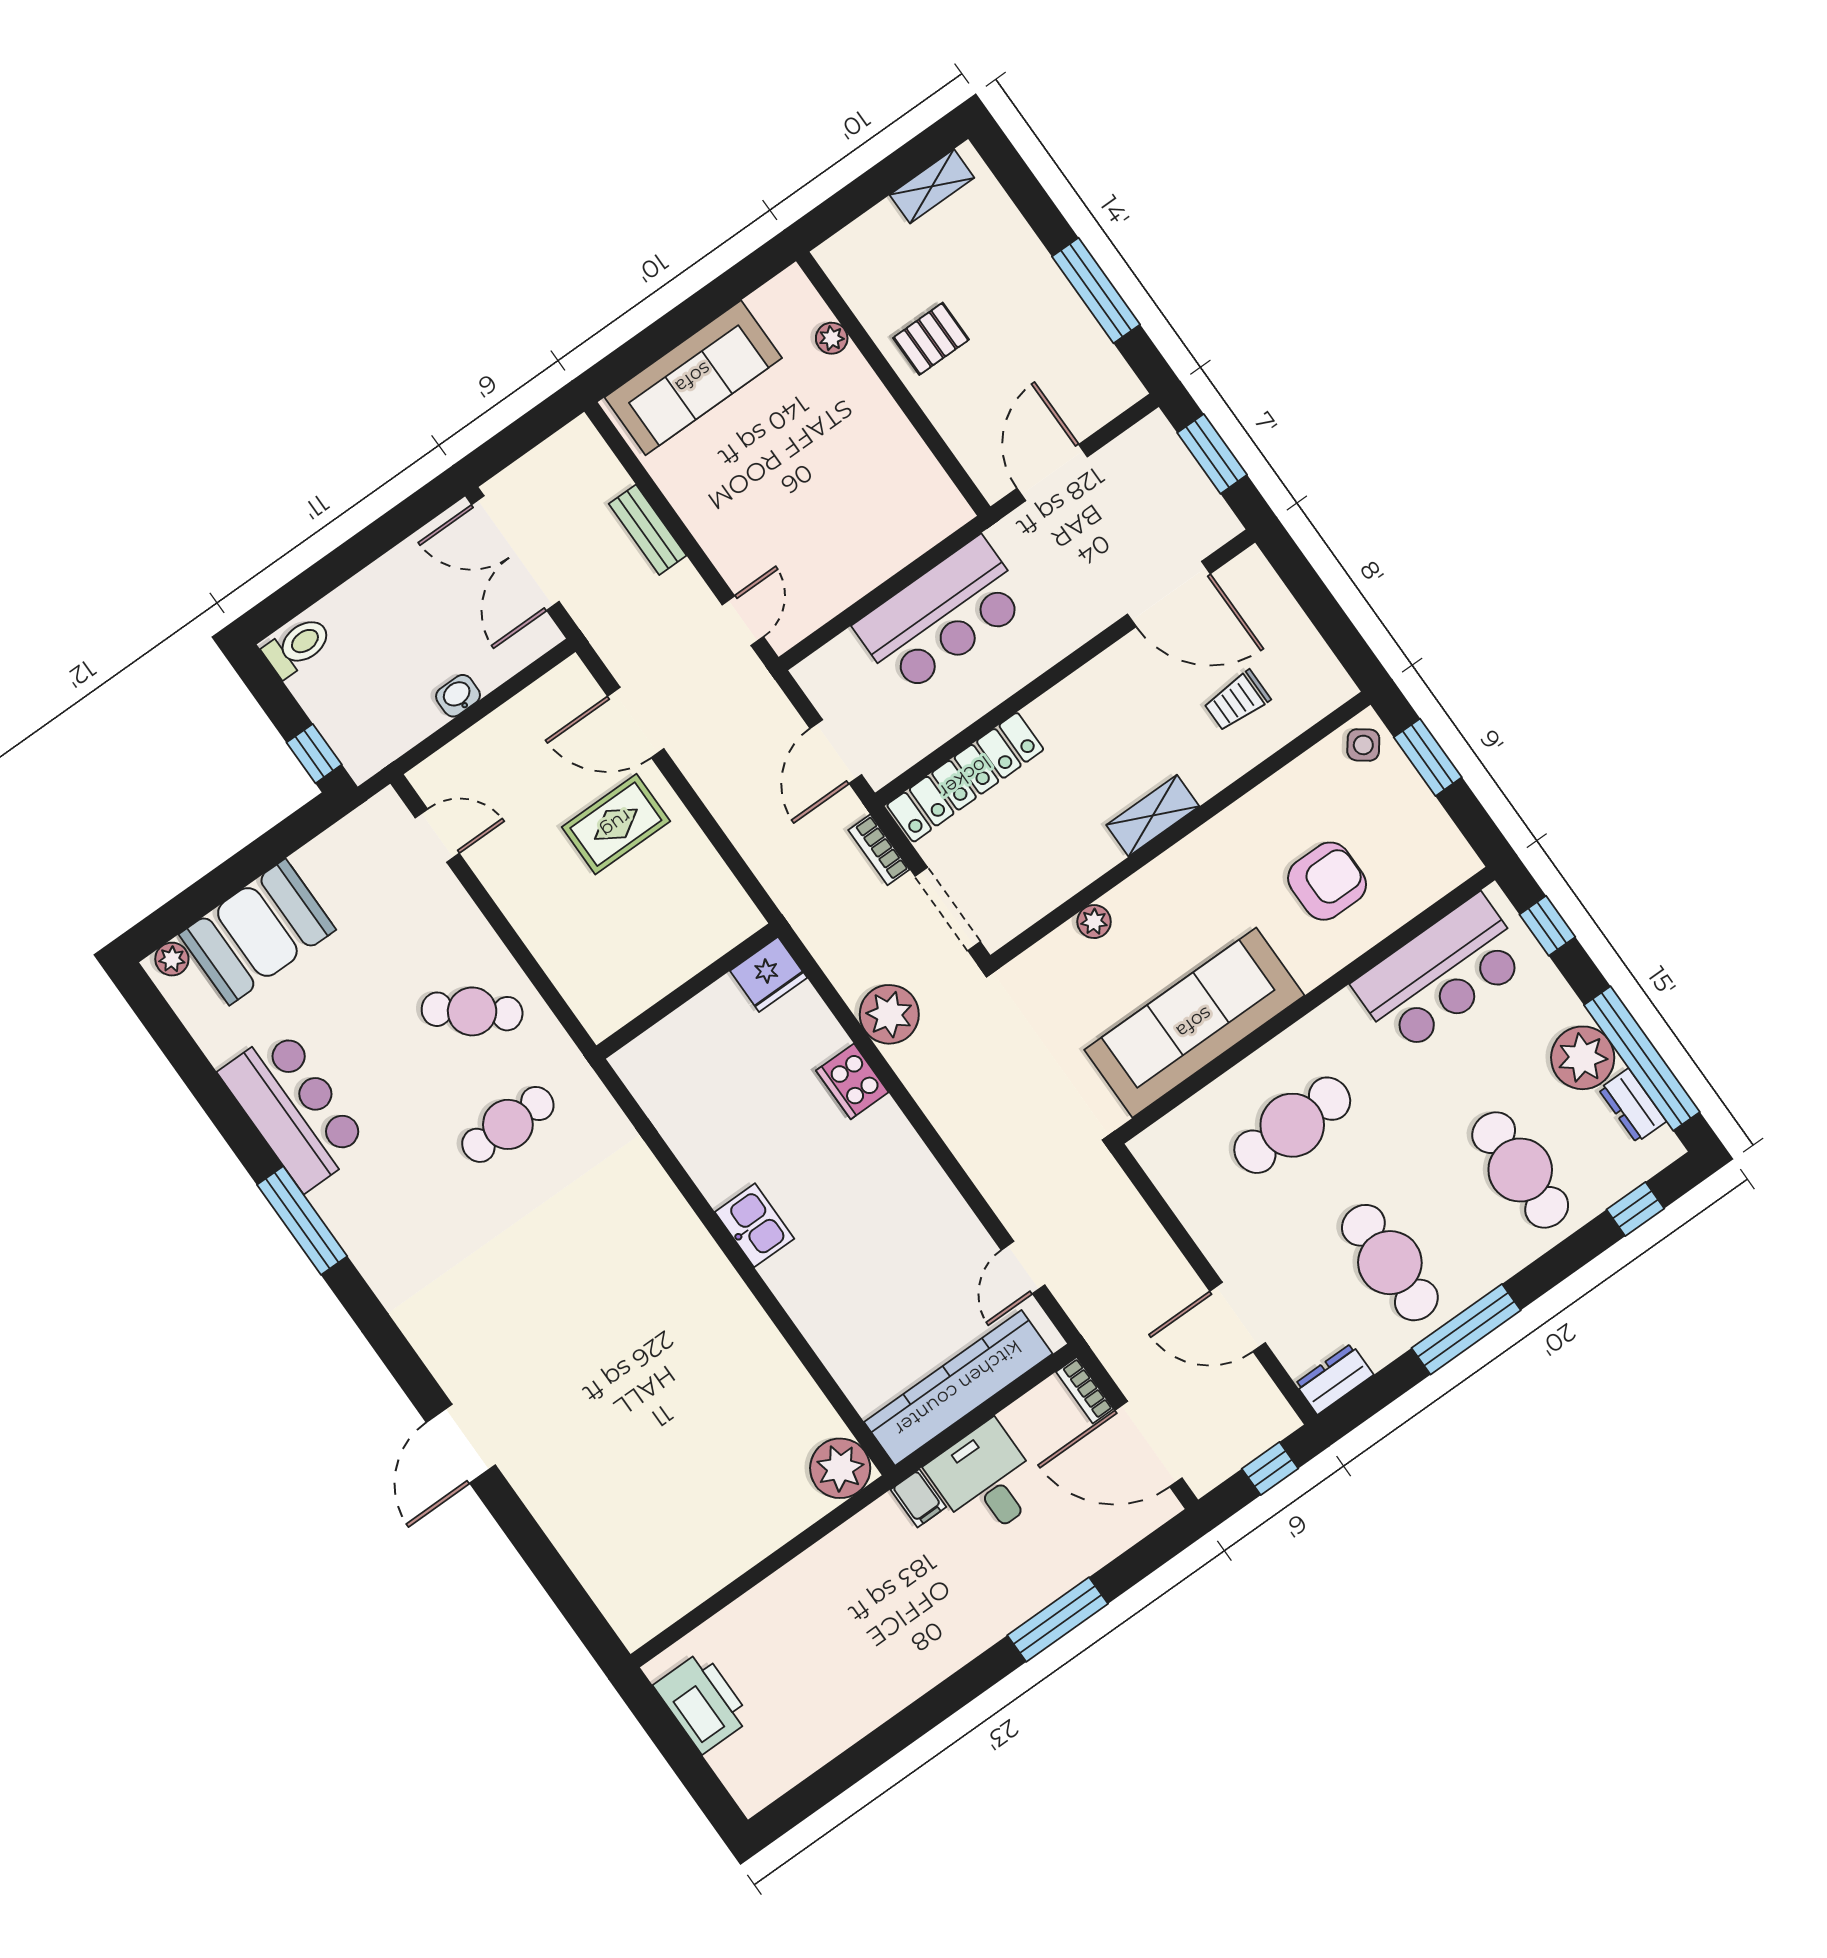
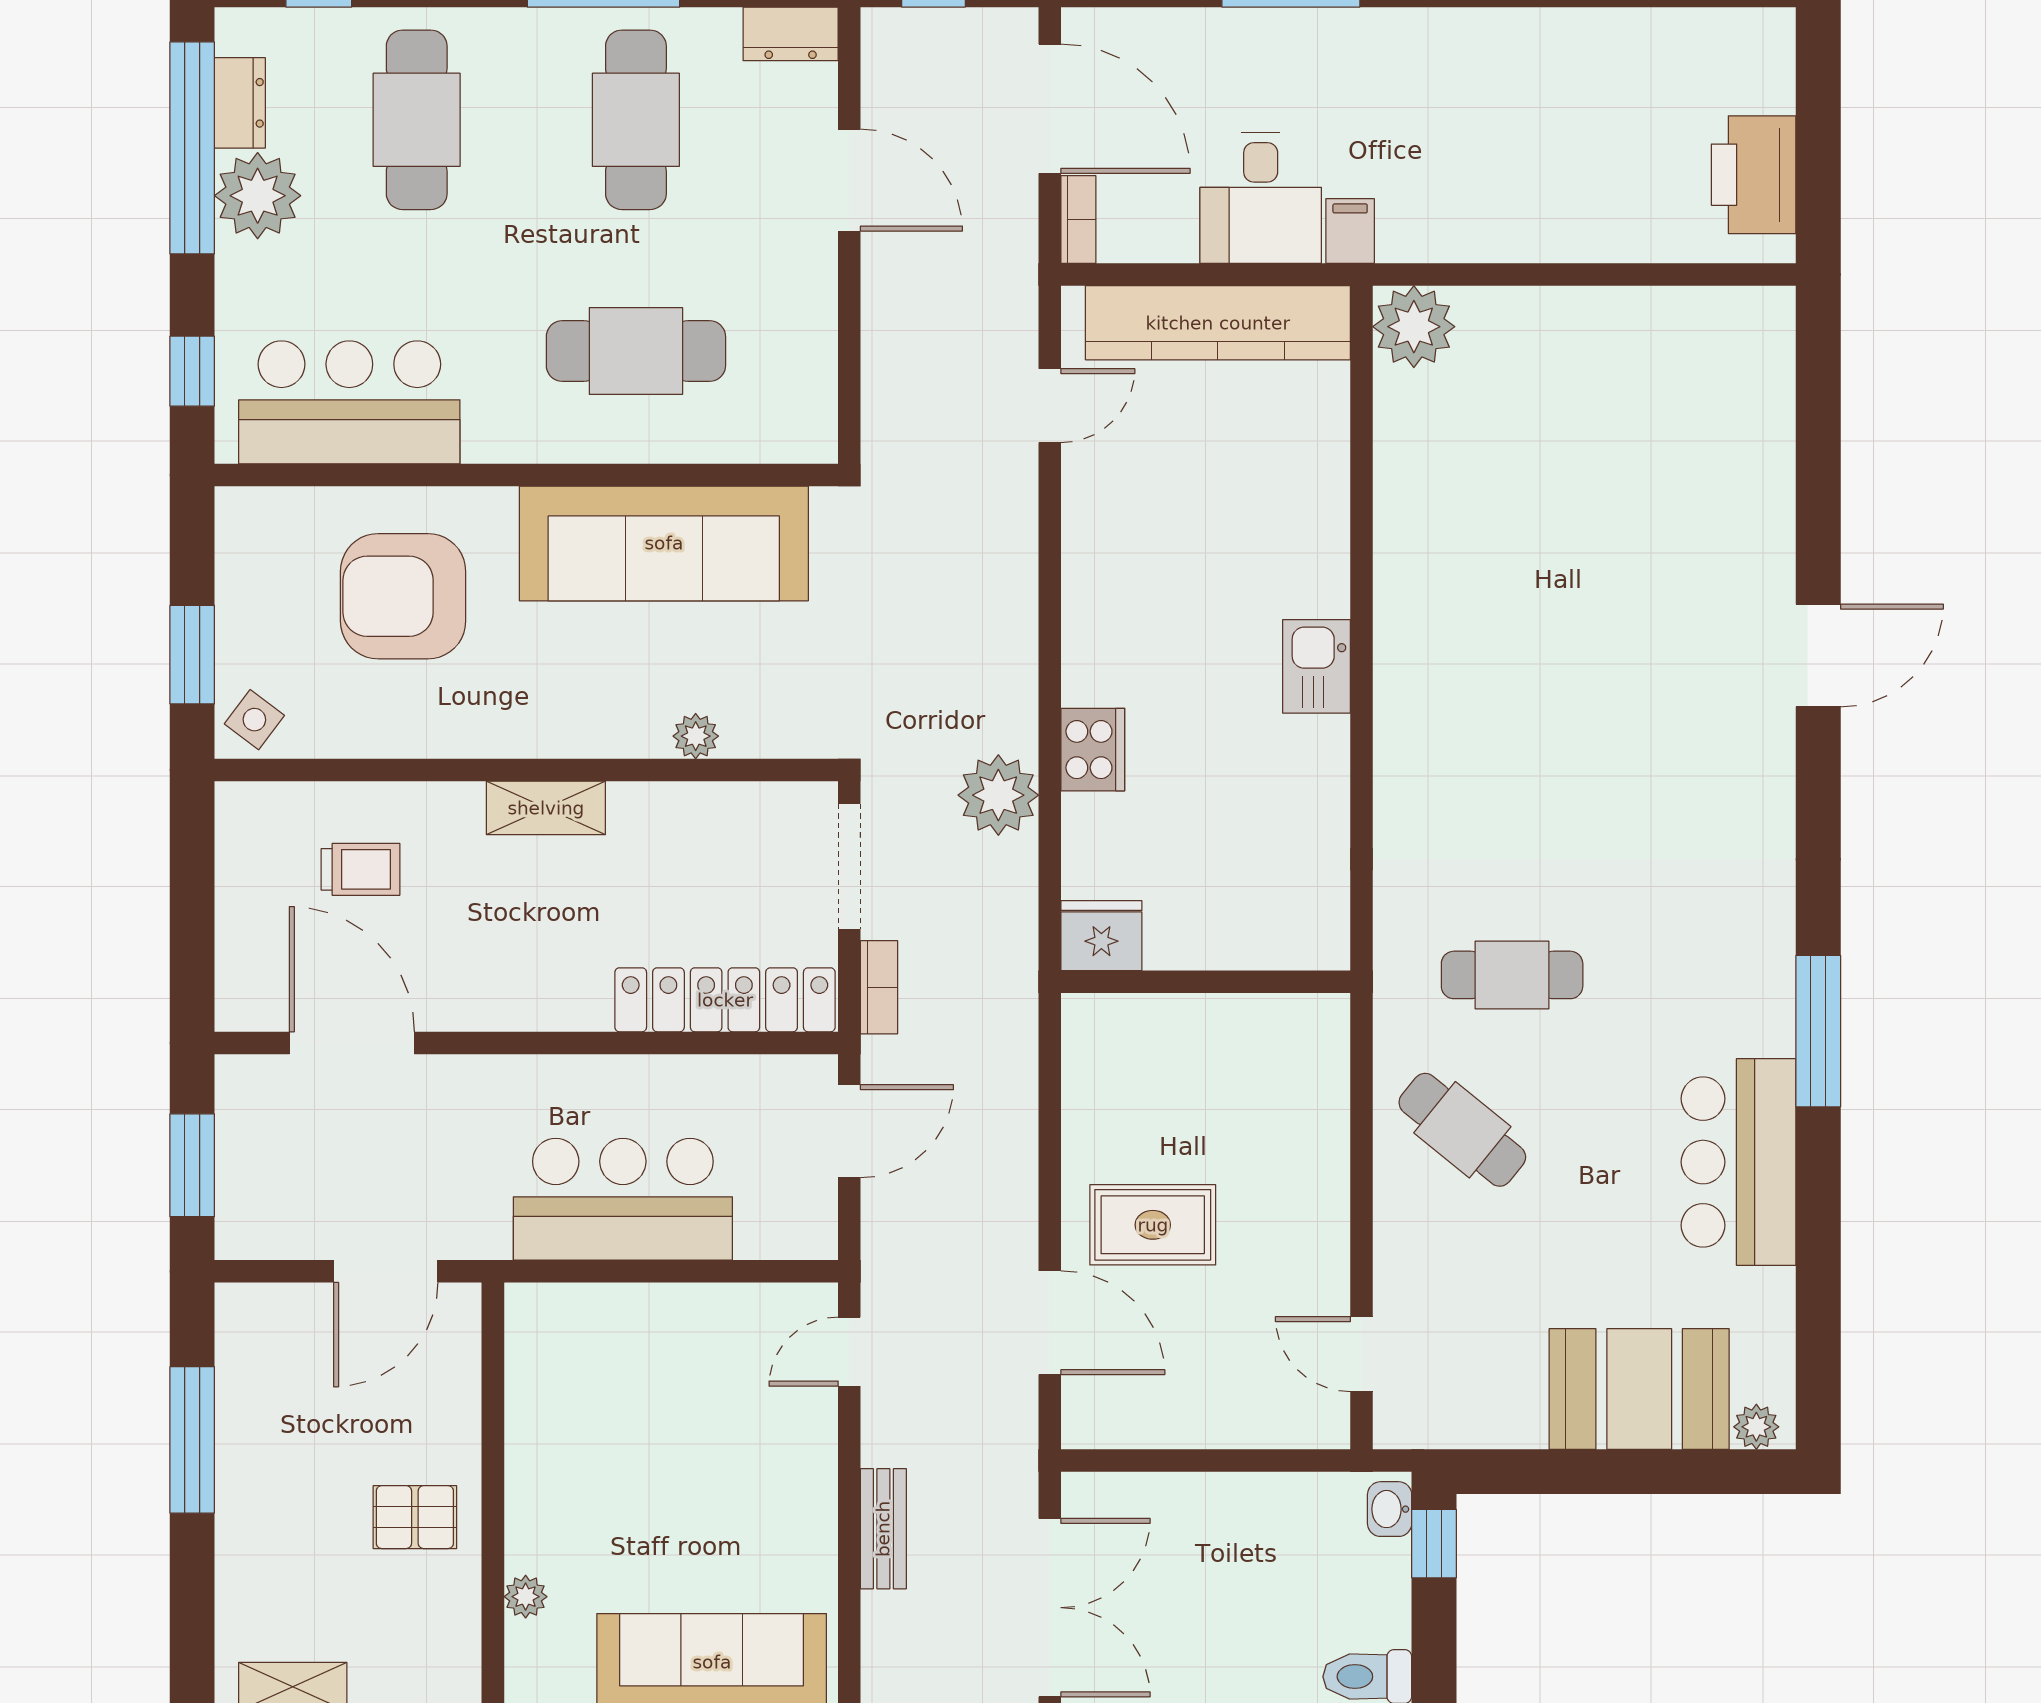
washbasin: (458, 696) -> (1390, 1509), moved, turned 90
armchair: (1327, 881) -> (403, 596), width x1.36, depth x1.36

